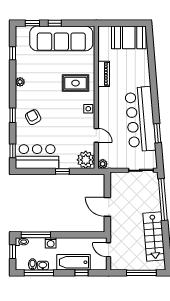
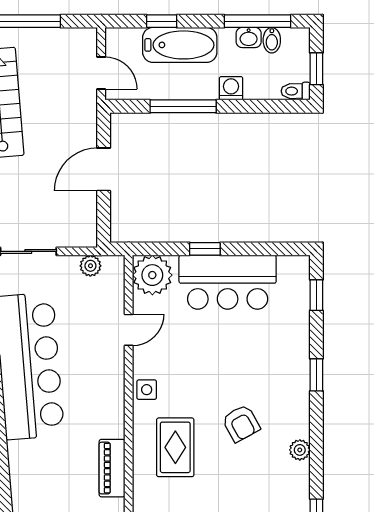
rug: (75, 83) -> (175, 447), turned 90
armchair: (33, 117) -> (241, 423), moved
door: (96, 135) -> (129, 330), swing flipped
bar counter: (37, 157) -> (228, 282), moved
plant: (103, 164) -> (90, 266), moved
door: (107, 207) -> (104, 169), swing flipped
window: (36, 235) -> (183, 106), moved

